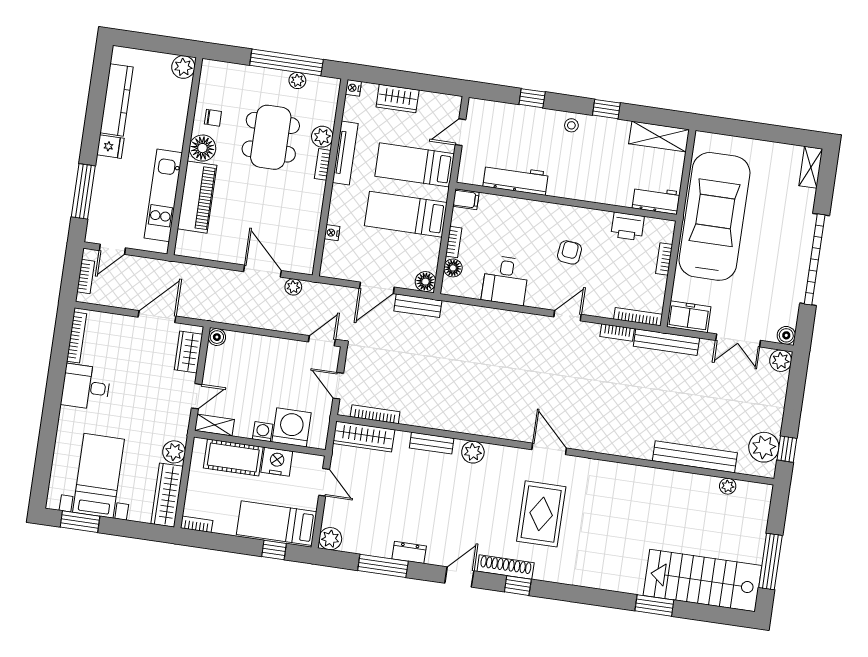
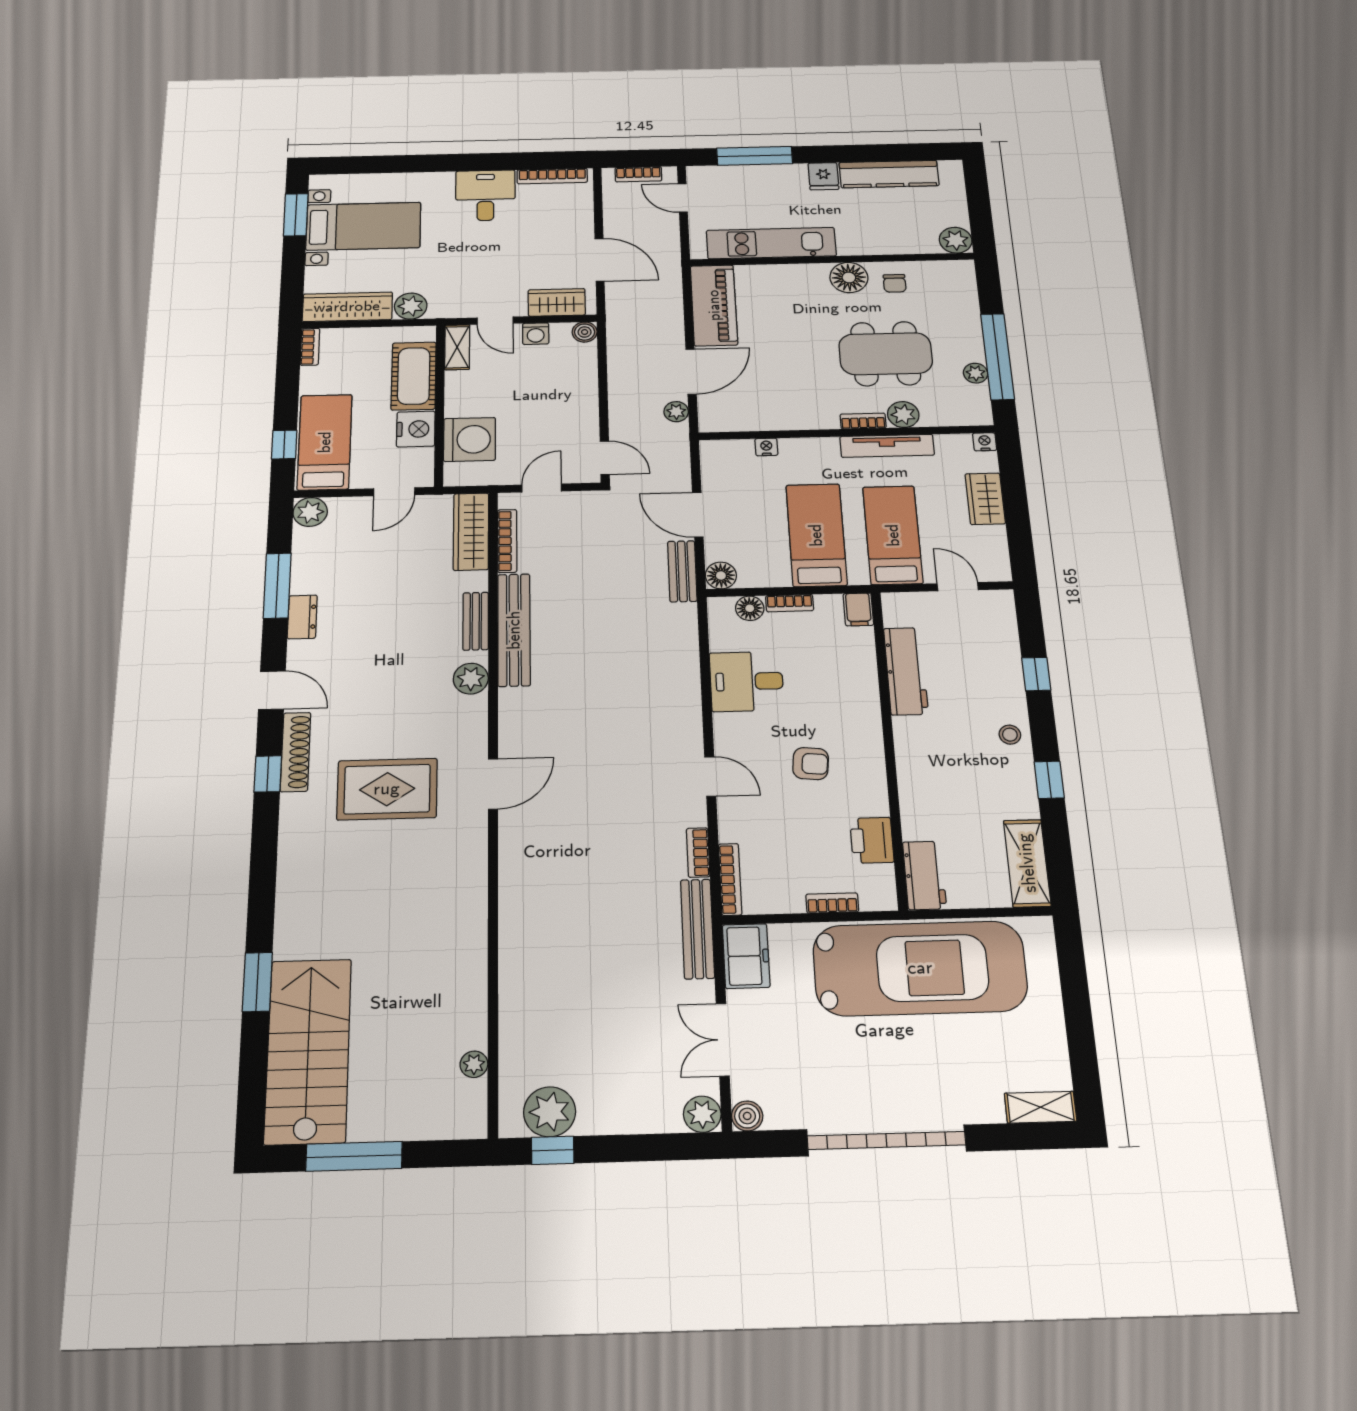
piano: (197, 197) -> (714, 305), moved, turned -90
washing machine: (263, 432) -> (536, 334), moved, turned 90
bench: (695, 457) -> (514, 630), moved

